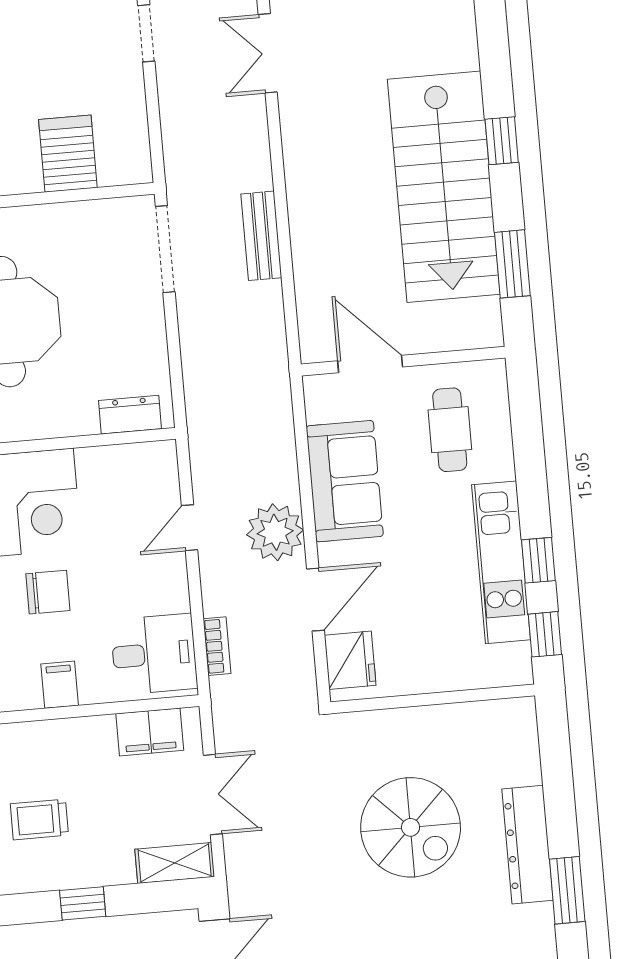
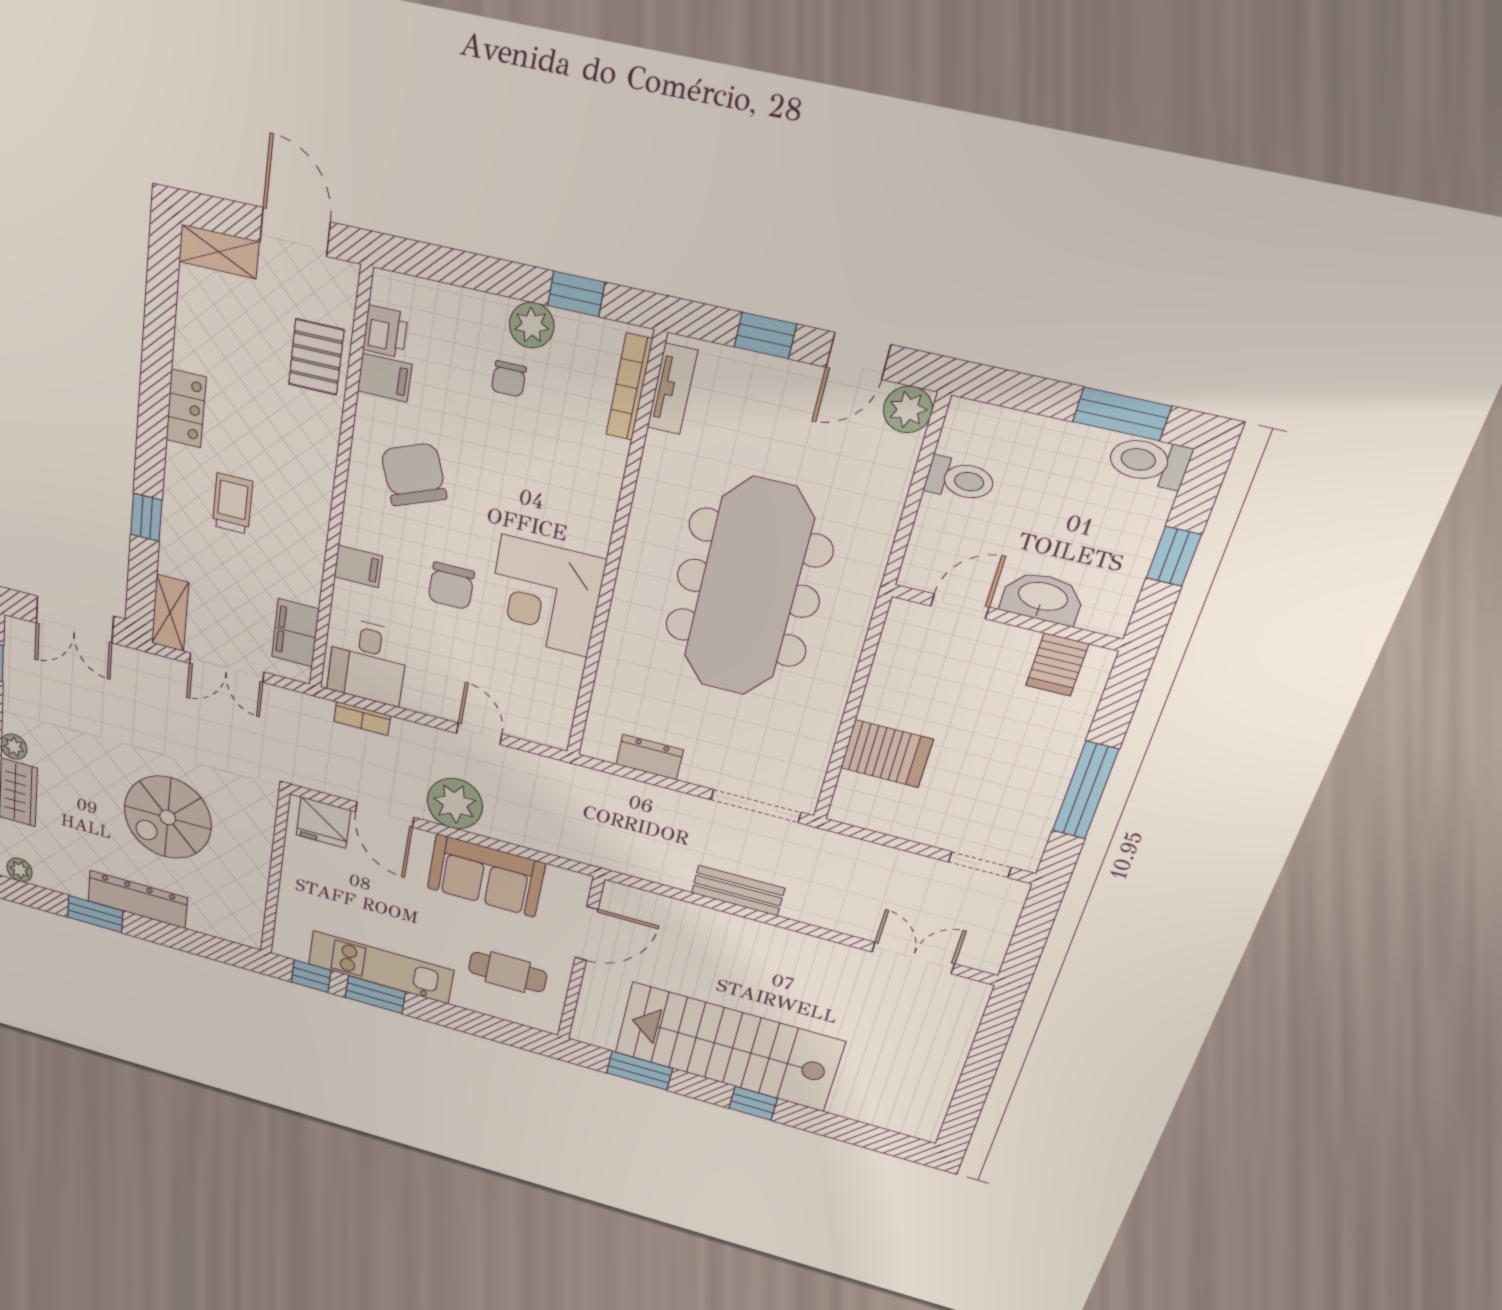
dresser: (130, 415) -> (650, 757), moved, turned -90
window: (538, 560) -> (375, 995), width x1.50

